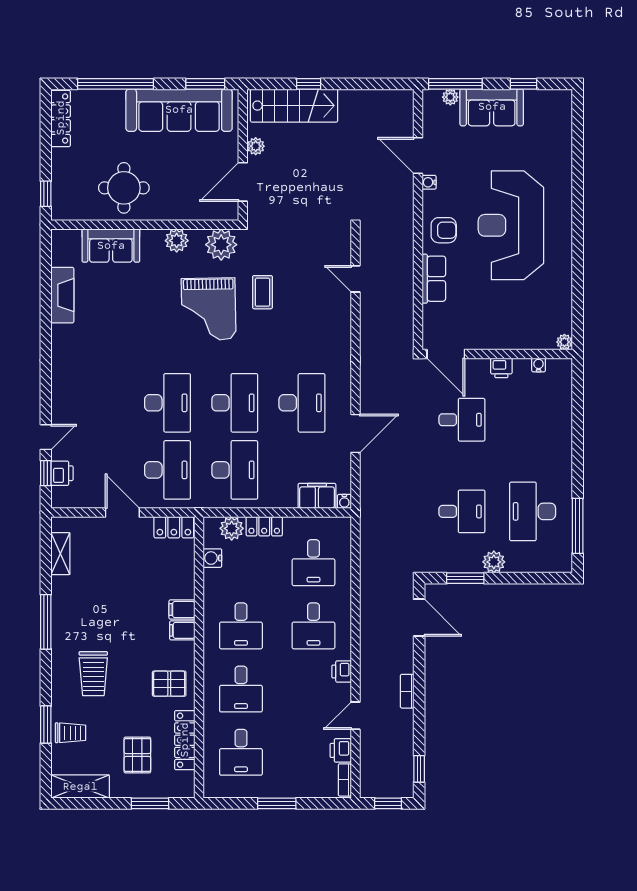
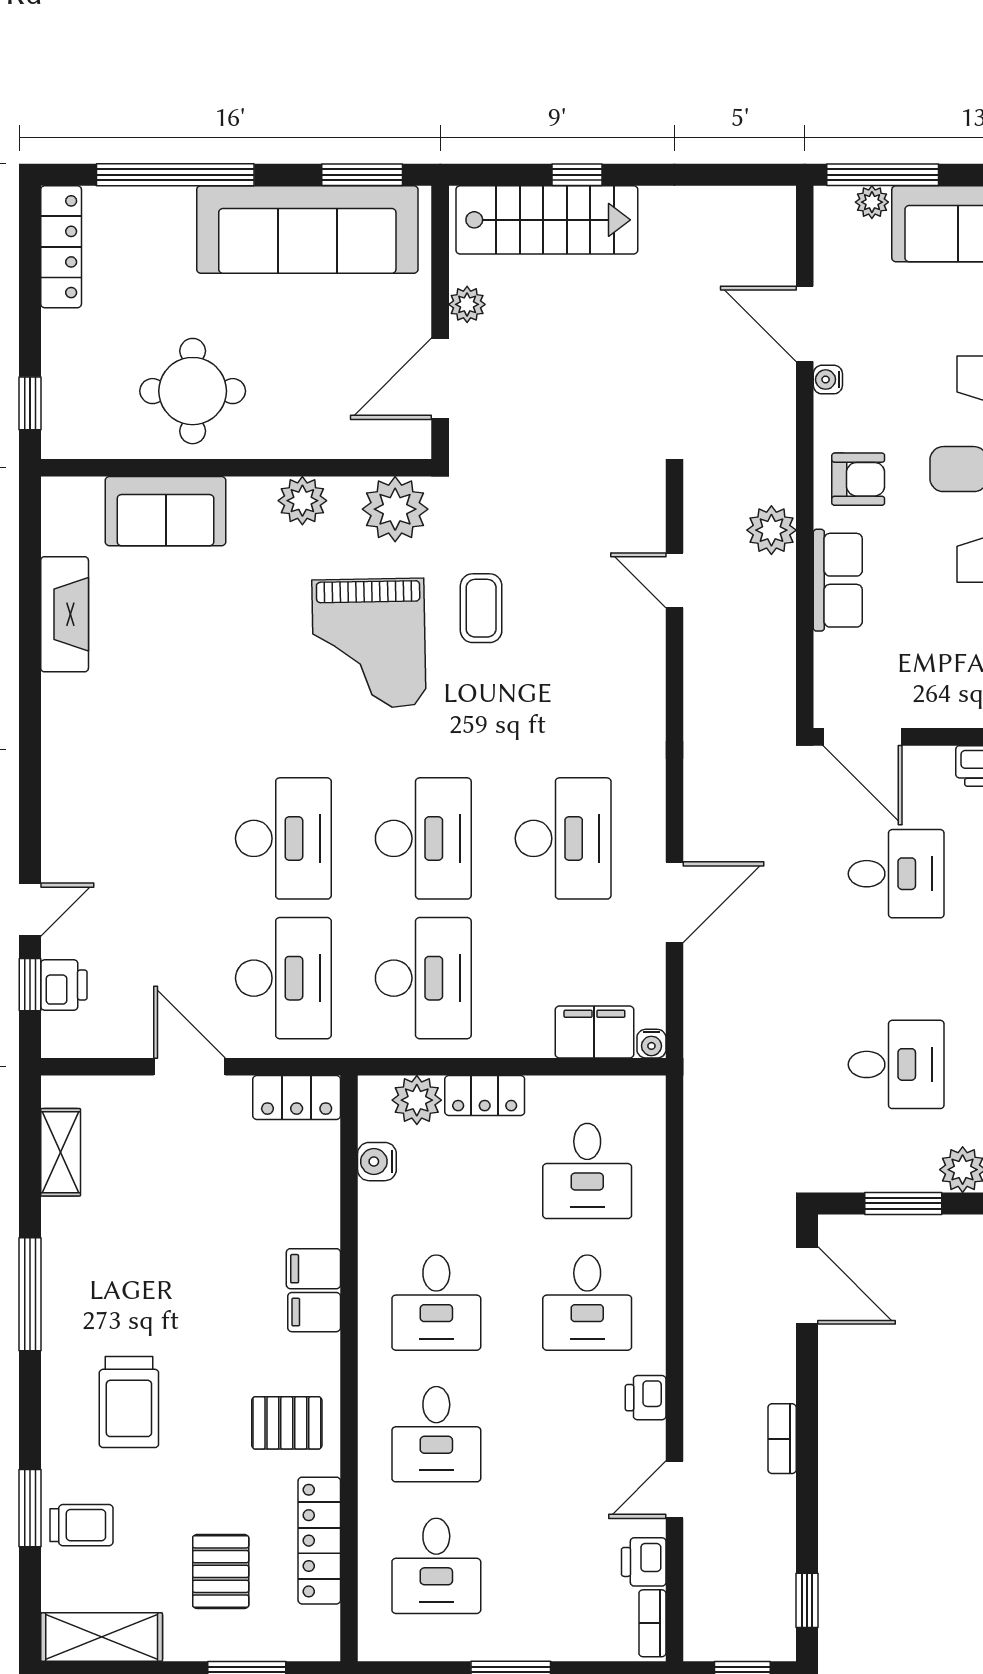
plant: (402, 255) -> (771, 530), added

